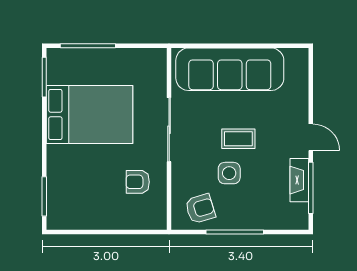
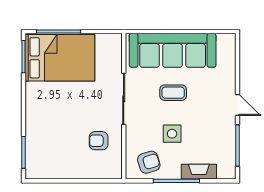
bed: (89, 114) -> (60, 58), moved
coffee table: (238, 139) -> (173, 93), moved
fireplace: (299, 180) -> (199, 172), moved, turned 90

